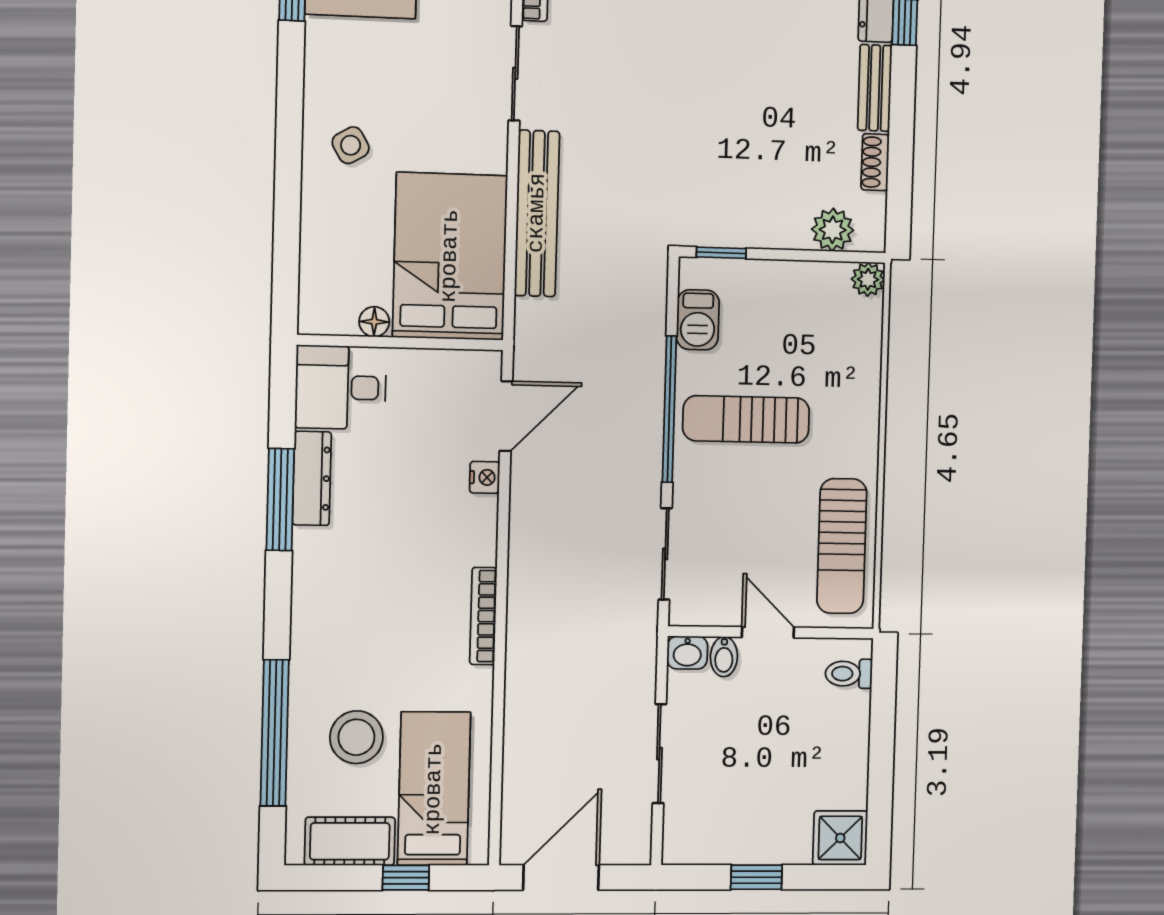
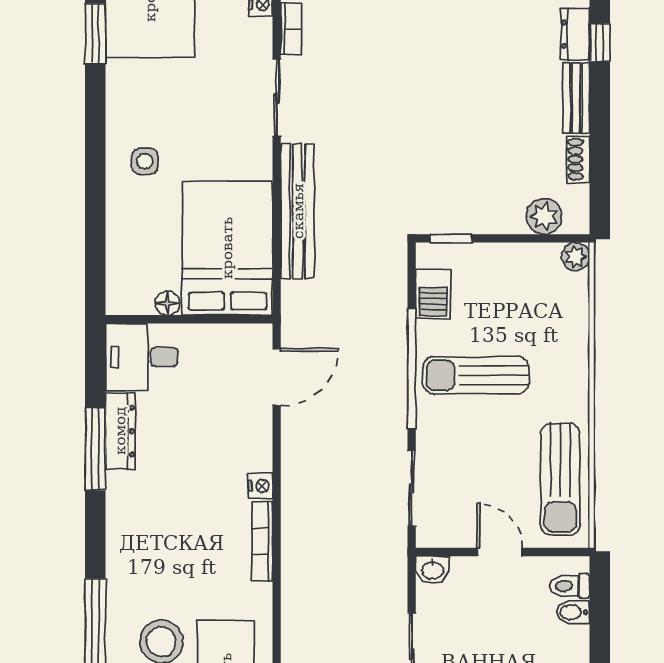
side table: (351, 145) -> (145, 161), turned 30
nightstand: (485, 477) -> (261, 486), moved
bidet: (724, 657) -> (573, 612), moved, turned 90

